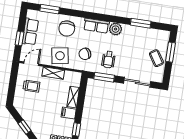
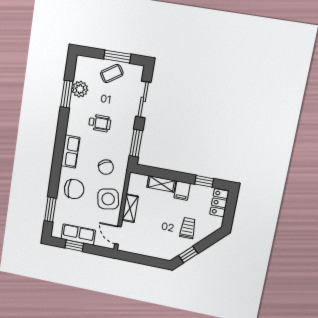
plant: (116, 29) -> (80, 89), moved
window: (20, 38) -> (74, 246), moved
window: (171, 52) -> (117, 57), moved
wheelchair: (108, 60) -> (100, 123), moved
trolley: (31, 86) -> (188, 228), moved
window: (25, 127) -> (188, 254), moved

